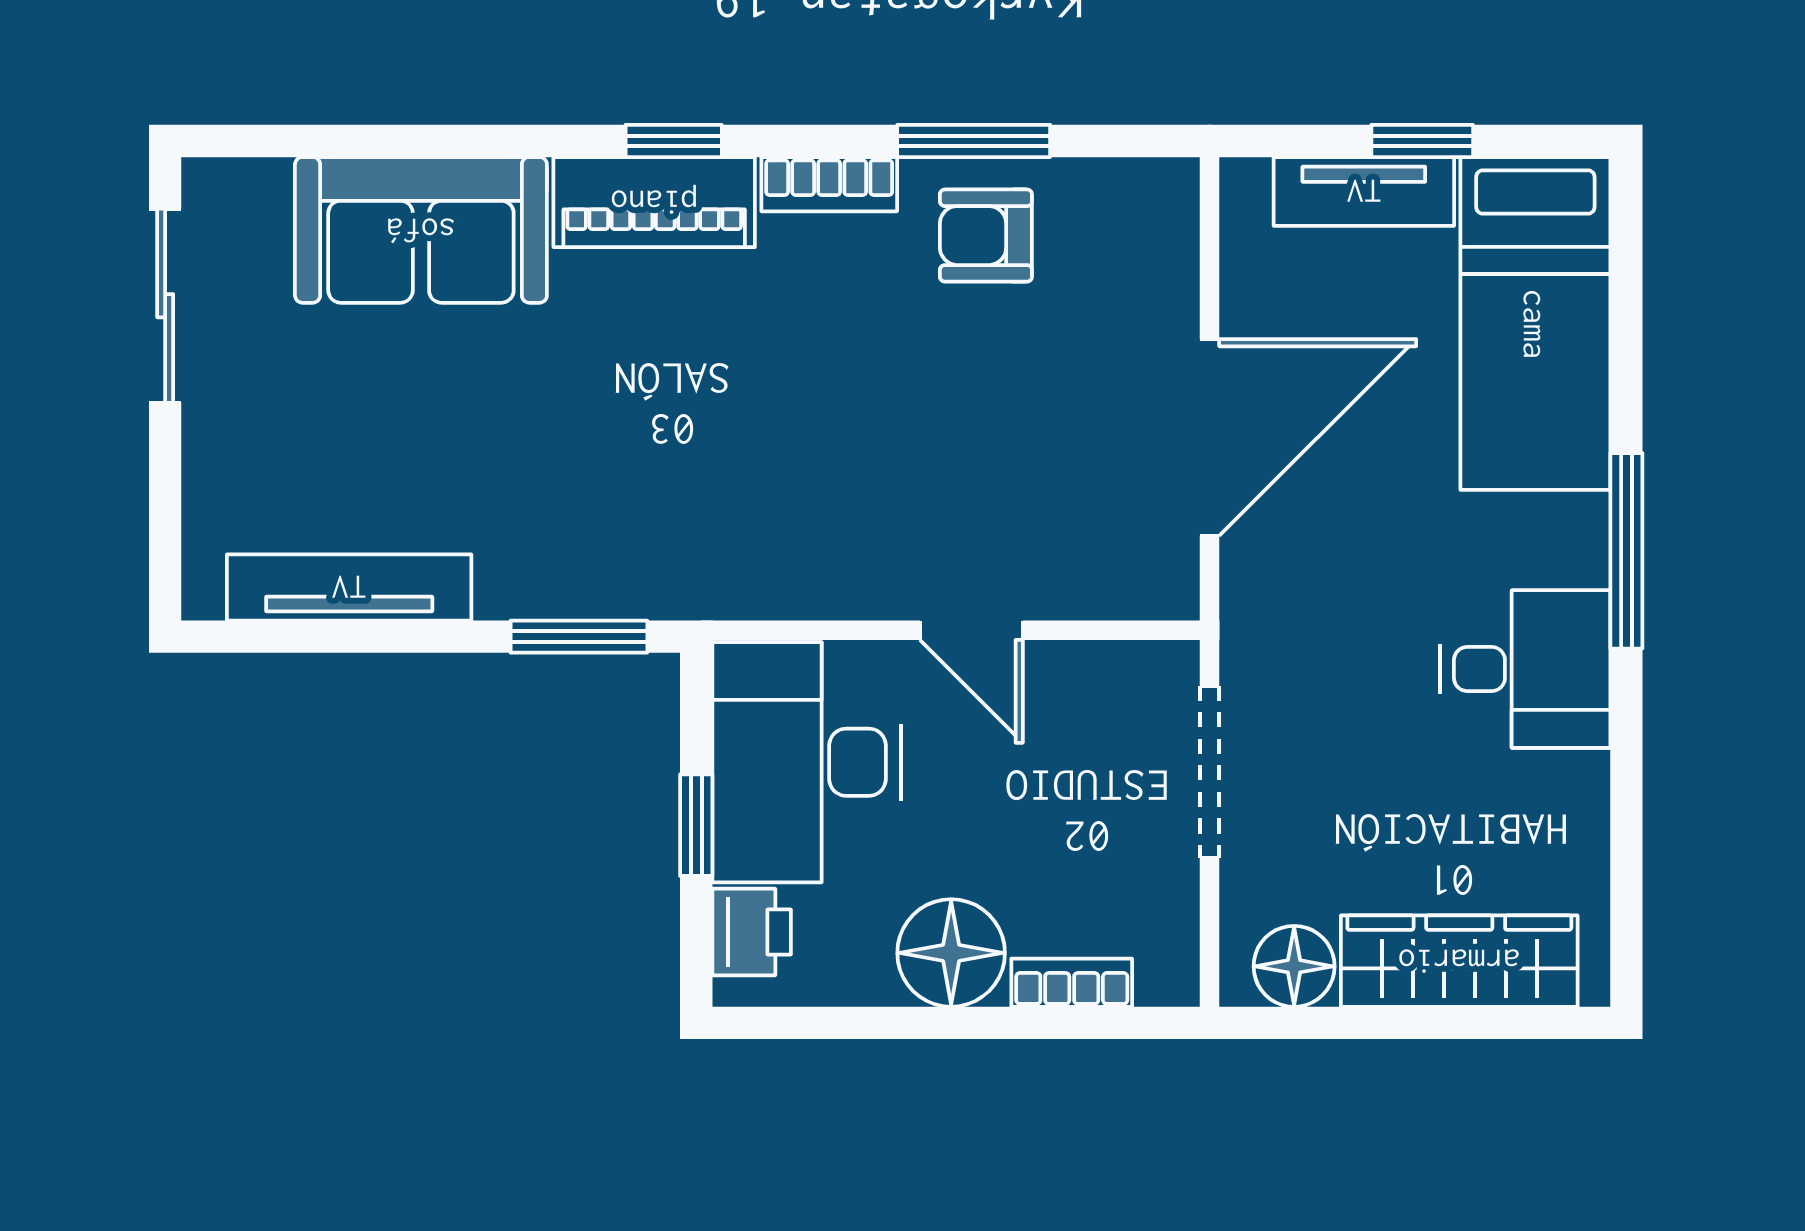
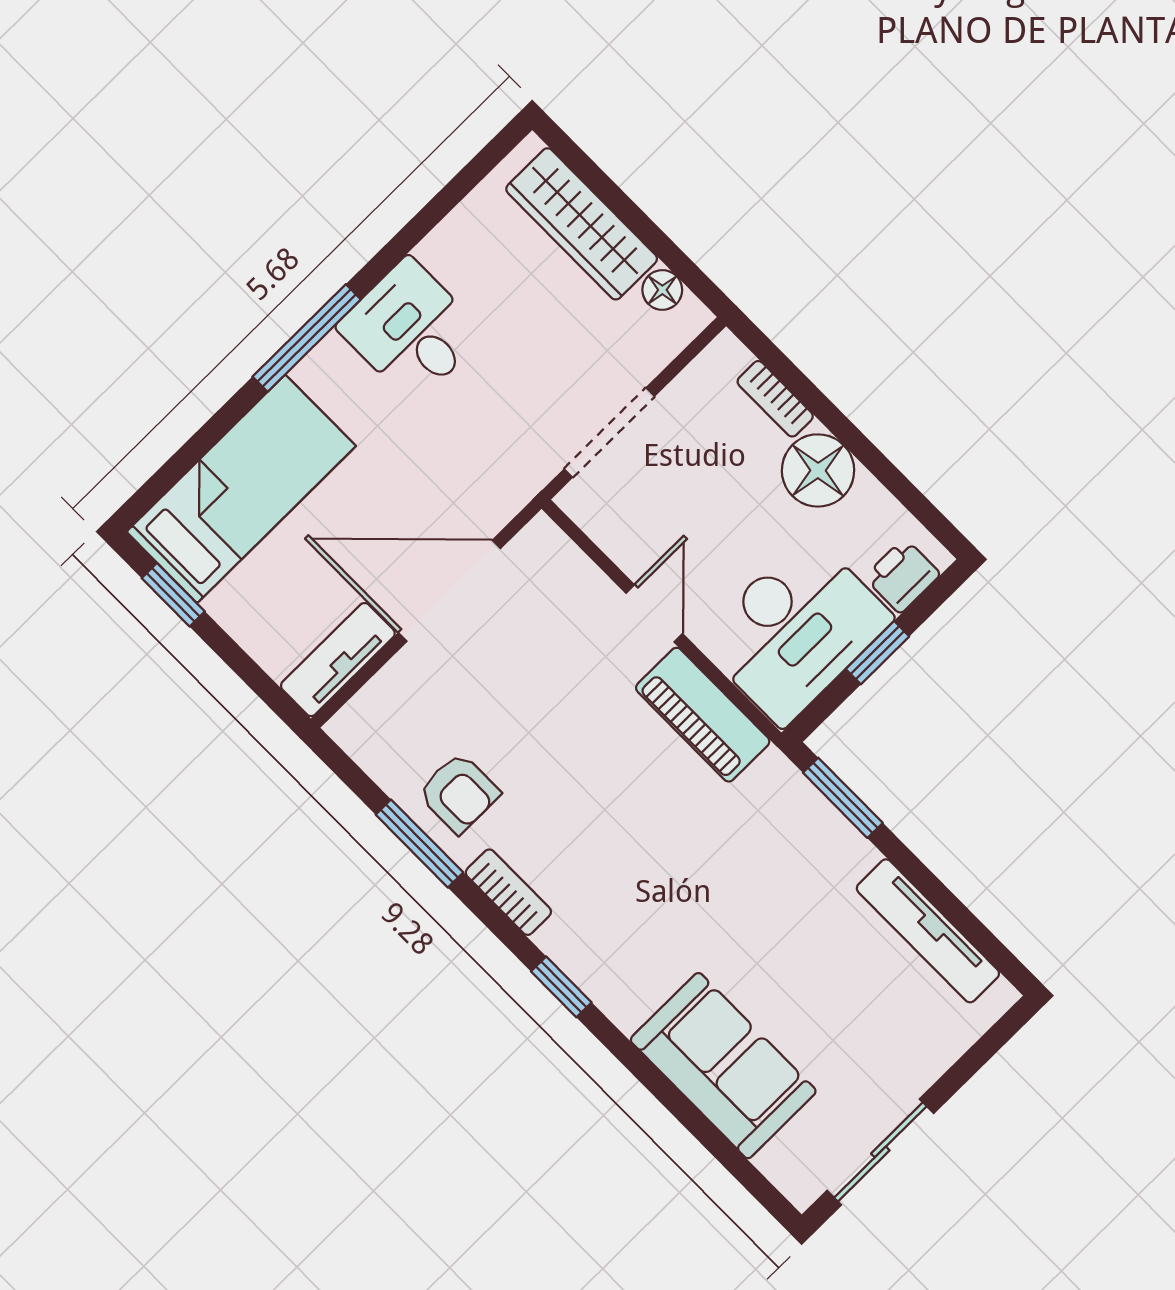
window: (1422, 141) -> (173, 595), moved
tv unit: (1364, 191) -> (338, 660), moved, turned -90
piano: (654, 202) -> (703, 715), moved, turned 180
floor lamp: (1294, 966) -> (662, 290), width x0.73, depth x0.73

